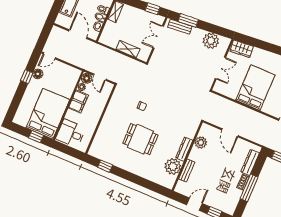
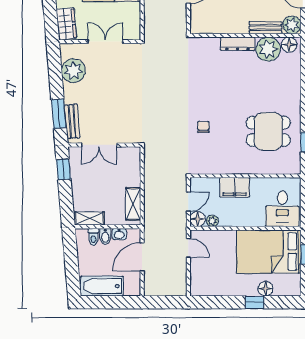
shelving: (128, 49) -> (133, 204), moved
door: (49, 56) -> (188, 248), moved
floor lamp: (38, 74) -> (265, 289), moved
window: (27, 77) -> (255, 302), moved
filing cabinet: (78, 102) -> (235, 187), moved, turned 180
dining table: (140, 139) -> (268, 131), moved, turned 90
plant: (201, 142) -> (292, 25), moved
floor lamp: (170, 181) -> (289, 45), added

